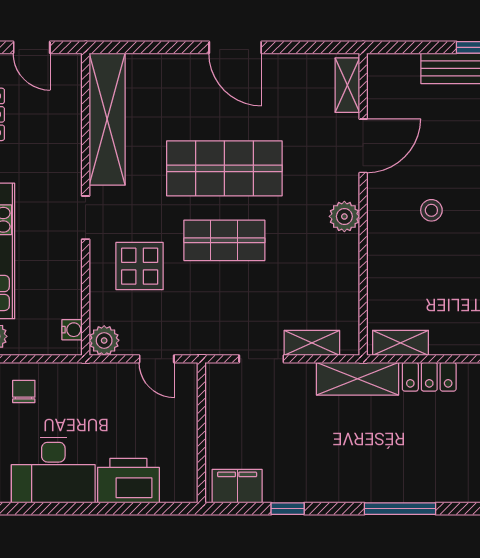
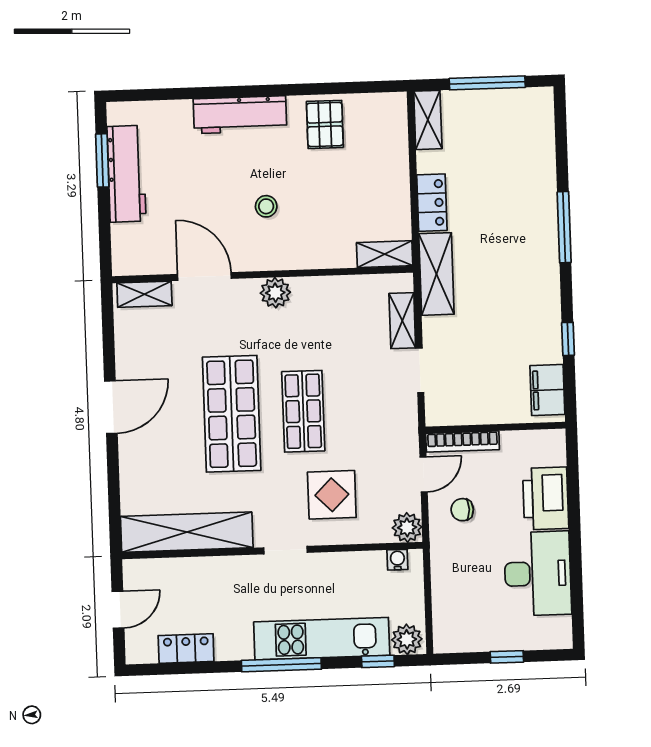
shelving: (401, 343) -> (385, 254), moved, turned 90
chair: (24, 391) -> (462, 510), moved
bookcase: (188, 399) -> (463, 442), added

